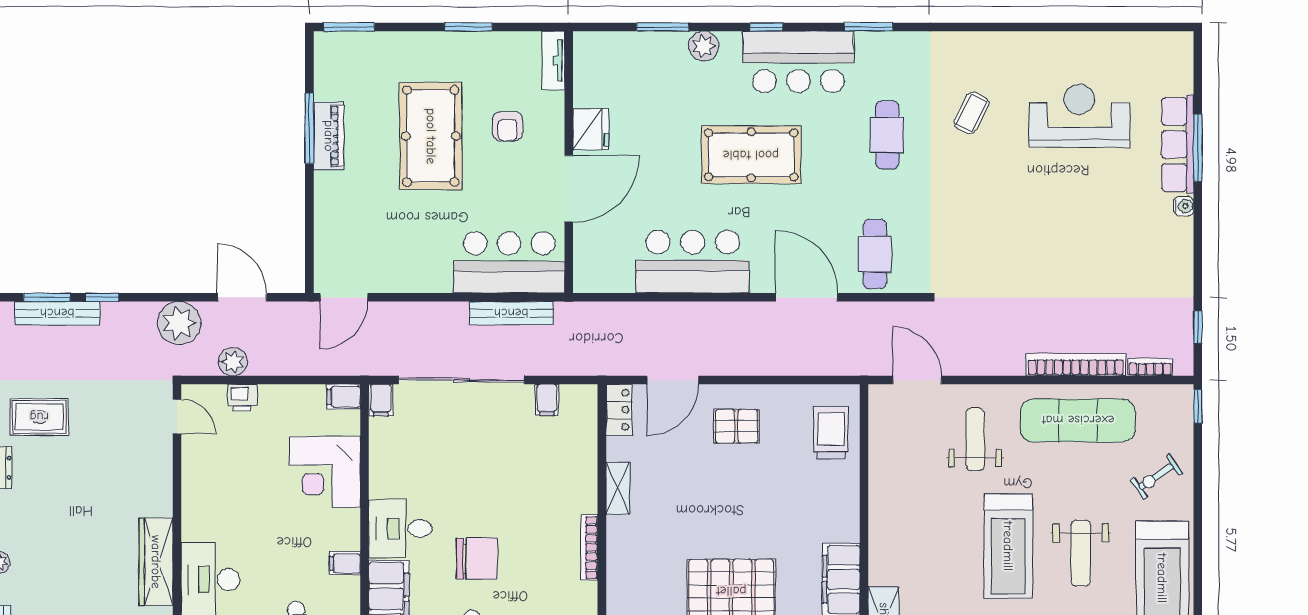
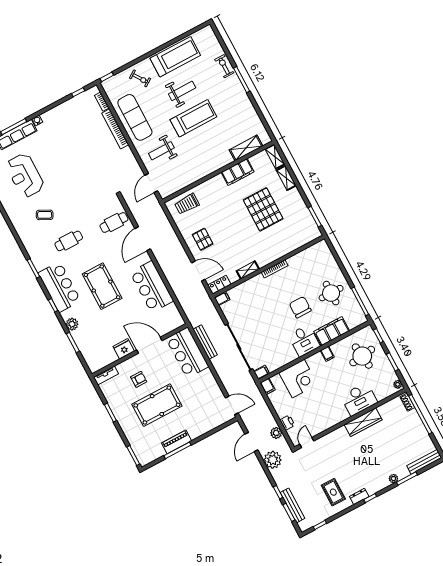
filing cabinet: (547, 400) -> (222, 298), moved

